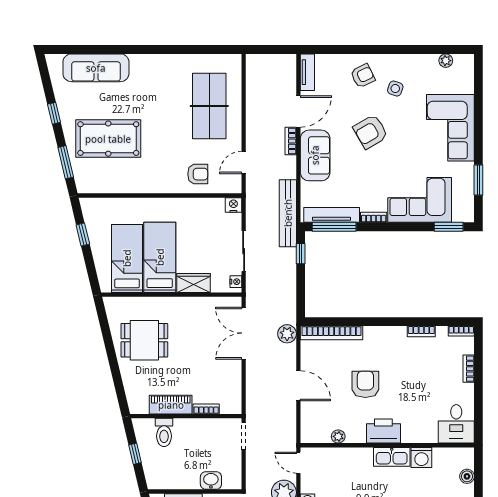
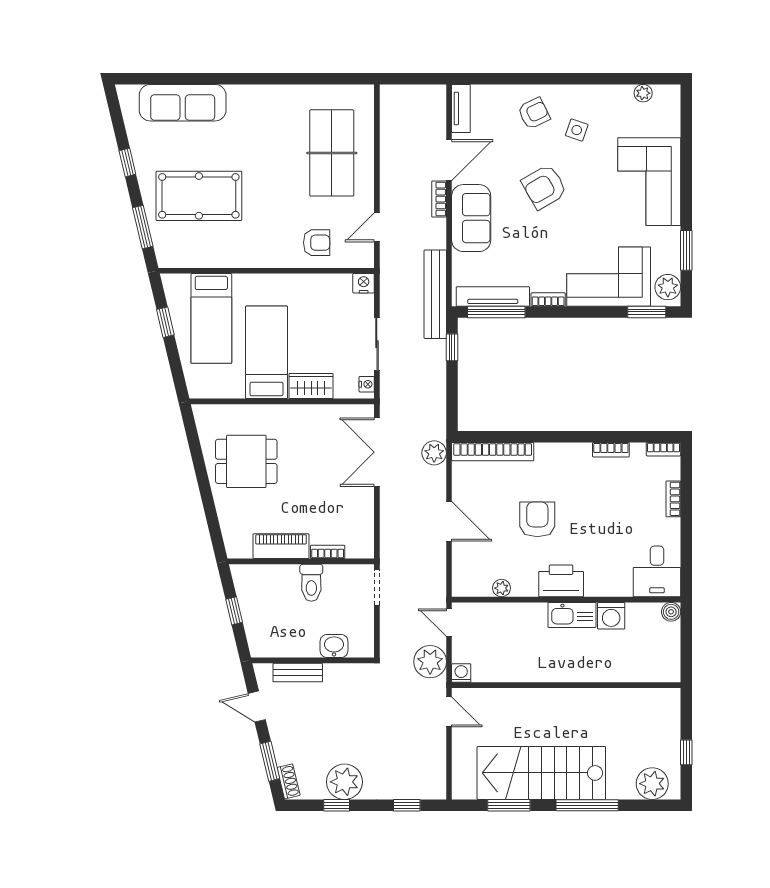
plant: (464, 208) -> (668, 287), added
bed: (127, 258) -> (211, 318), moved, turned 180
toilet: (164, 432) -> (311, 583), moved
boiler: (467, 476) -> (671, 612), moved

